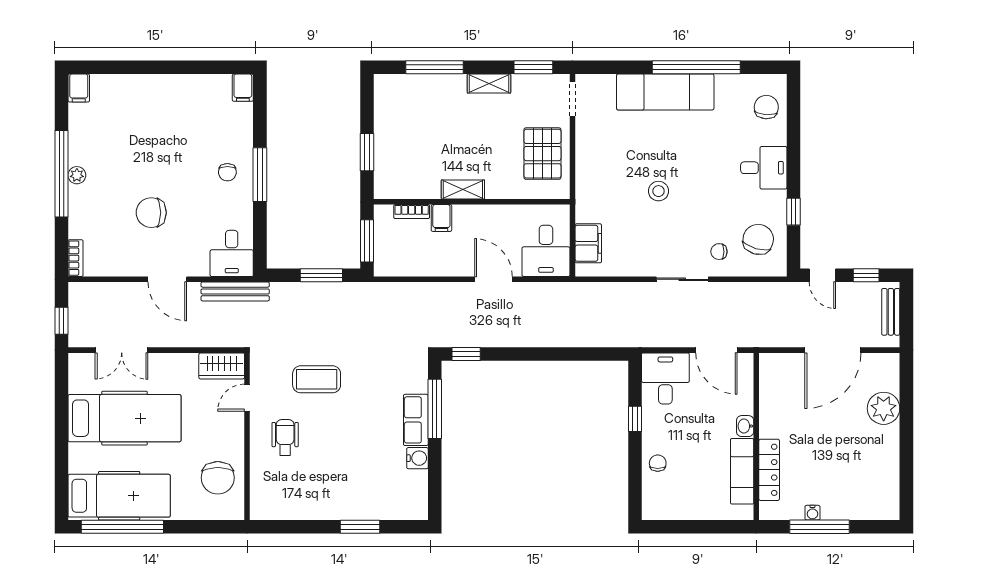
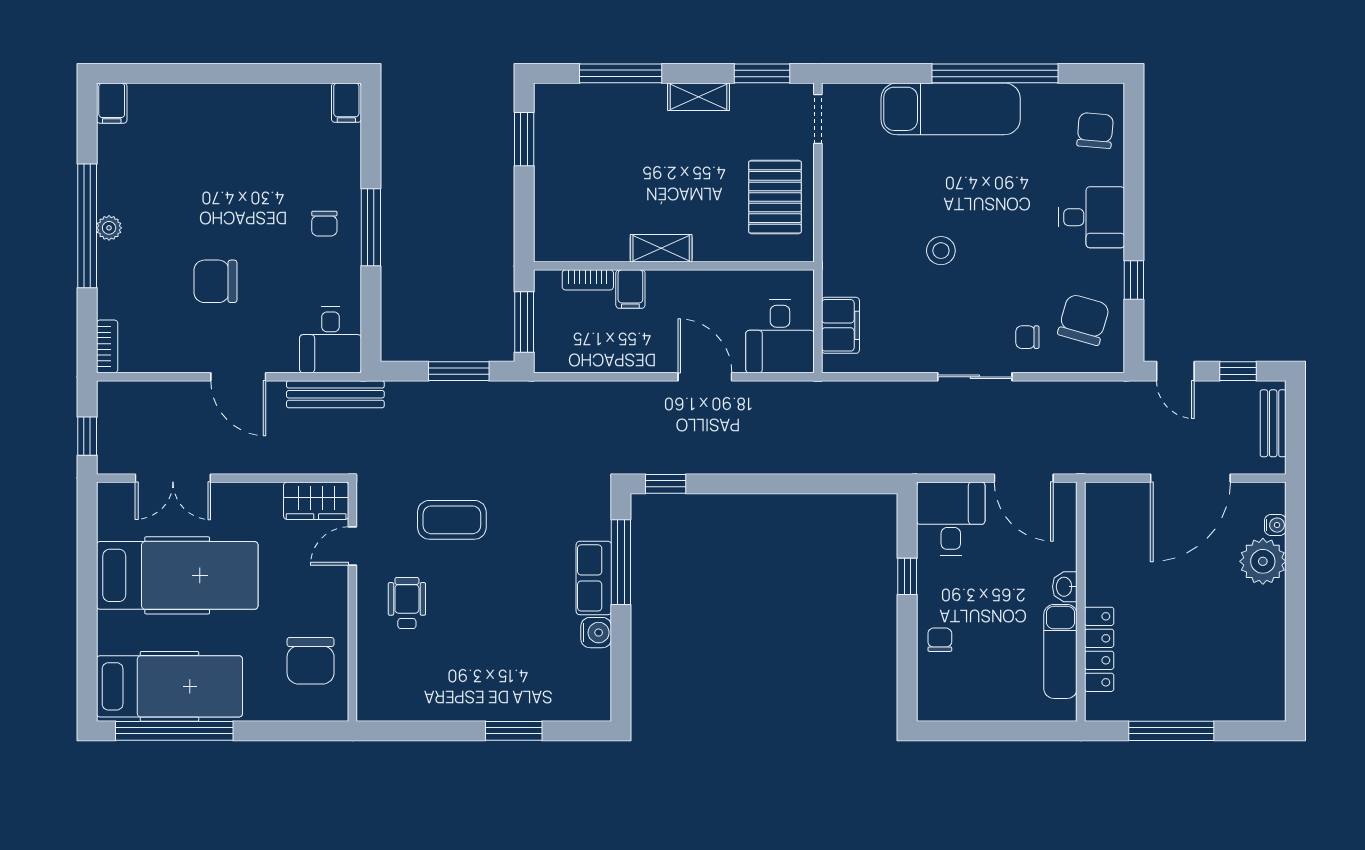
window: (367, 152) -> (524, 139), moved
water cooler: (812, 513) -> (1275, 525), moved, turned -90

